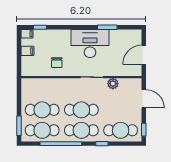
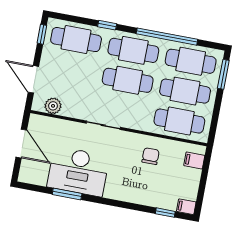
desk: (90, 43) -> (78, 171), moved
filing cabinet: (27, 51) -> (194, 160), moved
door: (144, 55) -> (21, 144), hinge flipped
plant: (113, 84) -> (53, 106), moved
cafe table: (42, 89) -> (179, 121), added

